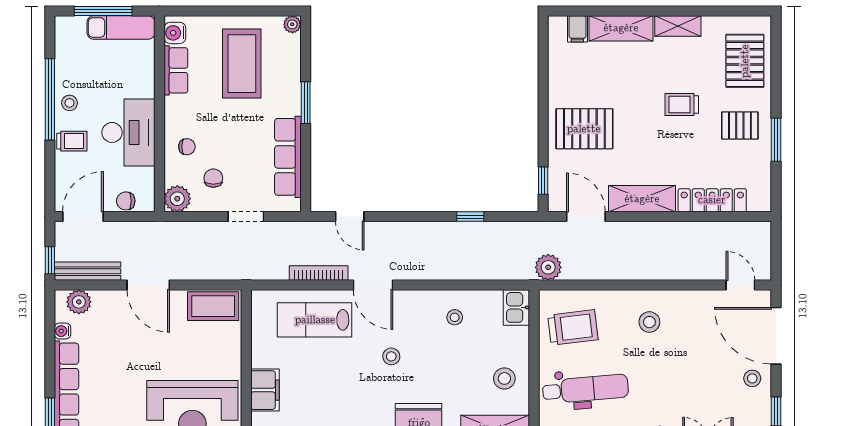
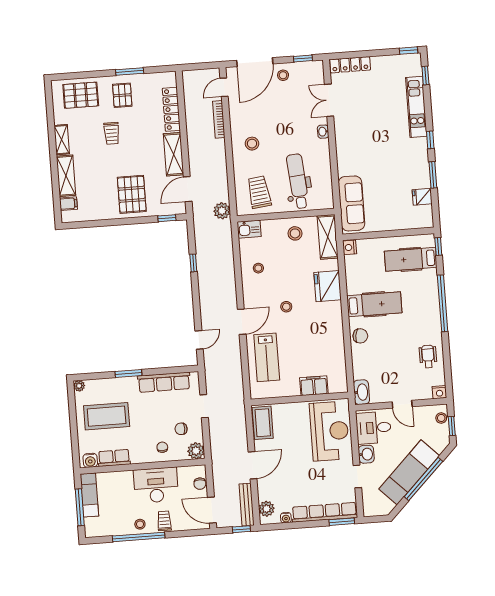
bookcase: (319, 273) -> (219, 119), moved

